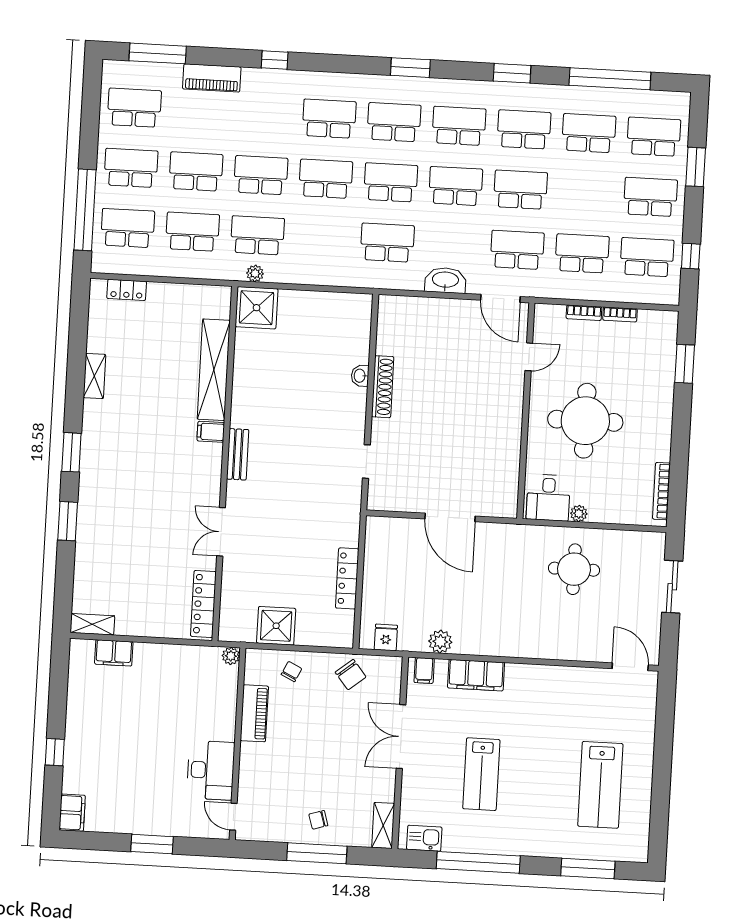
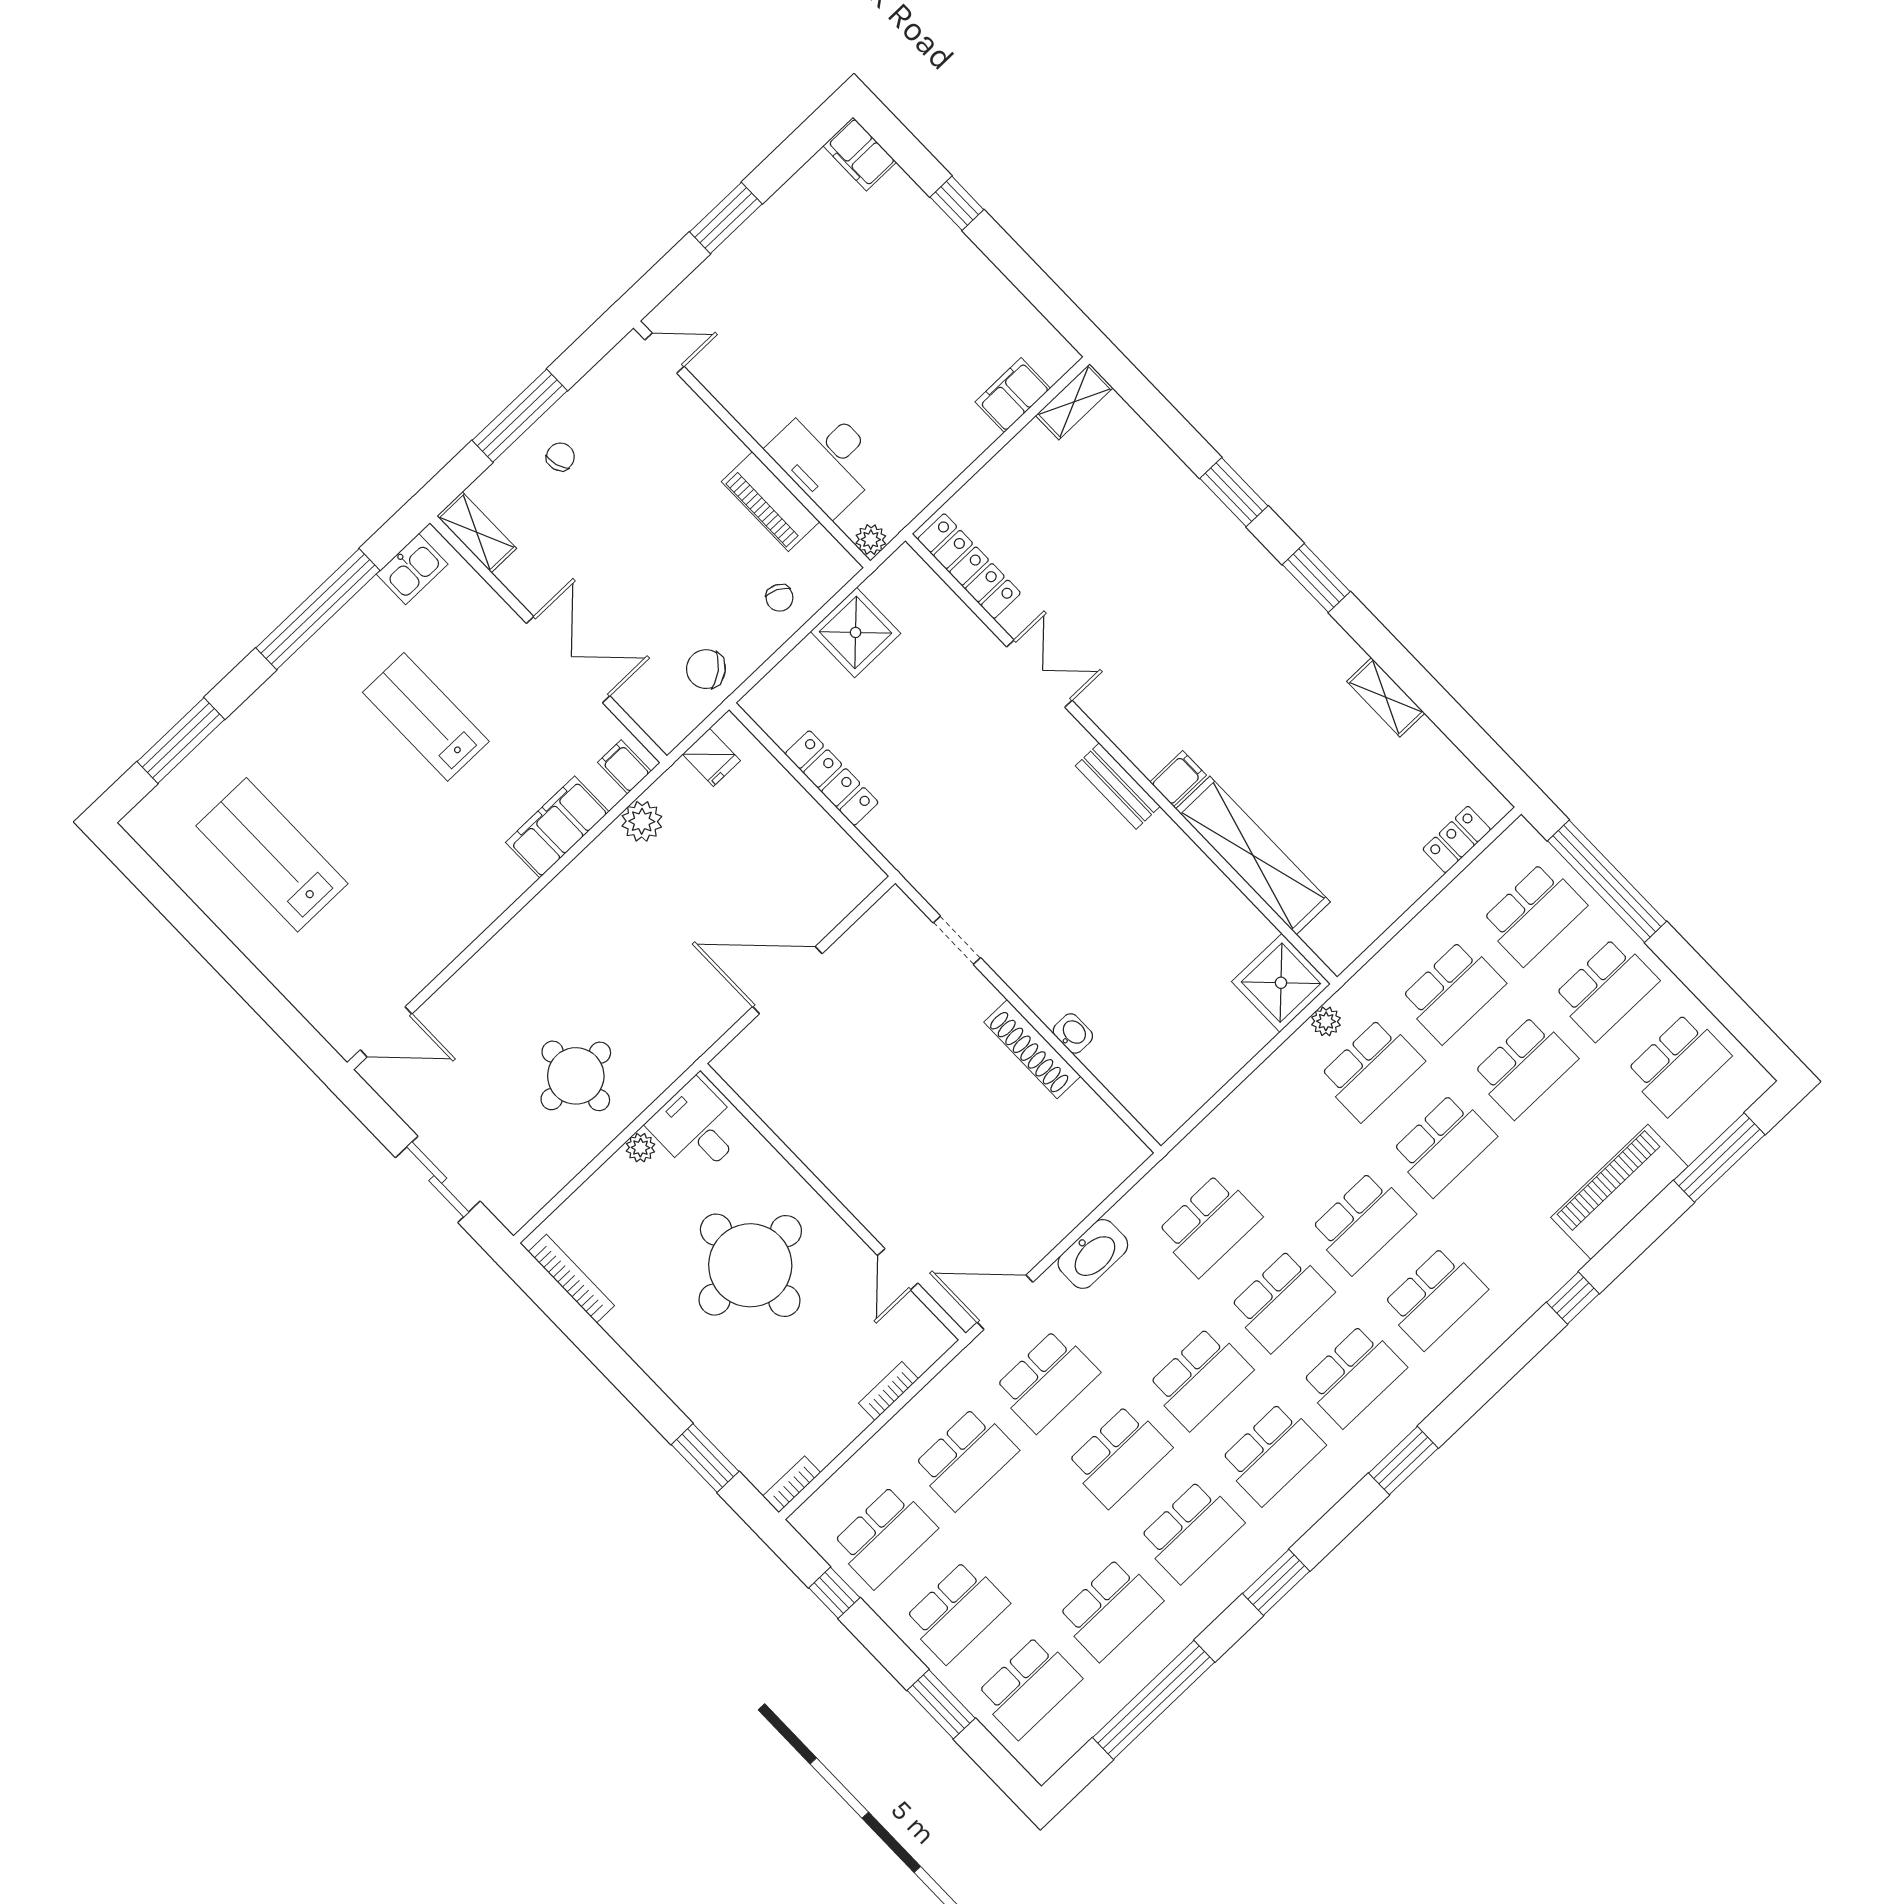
piano: (212, 78) -> (1619, 1192), width x1.37, depth x1.33
bookcase: (620, 314) -> (792, 1484), moved
desk: (211, 770) -> (826, 458), moved

